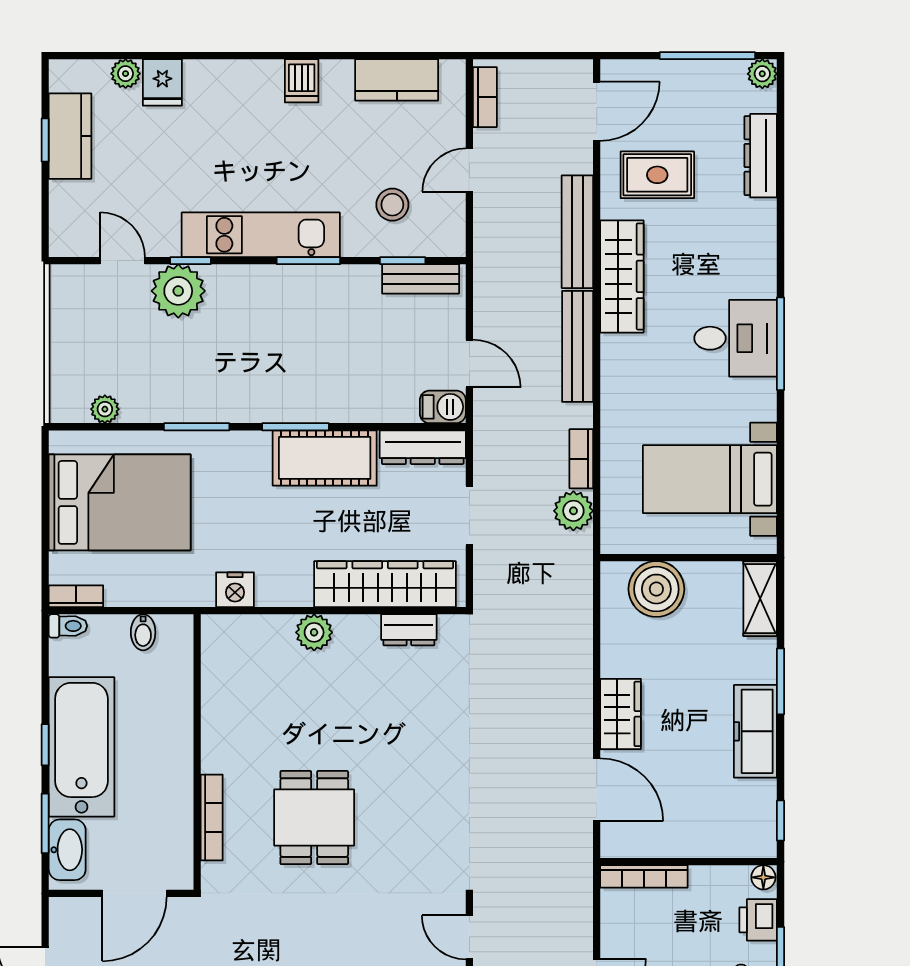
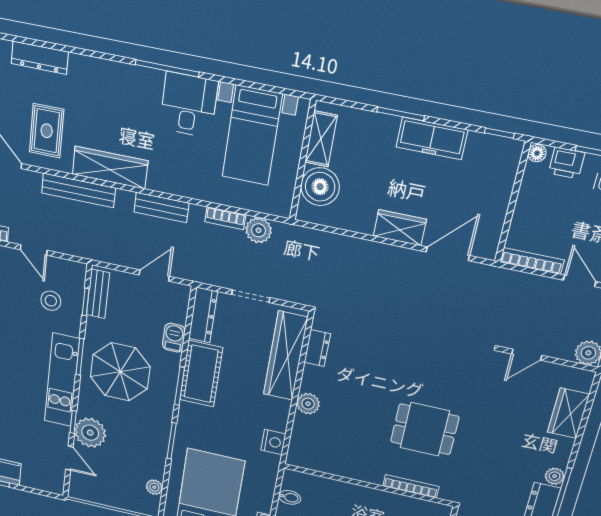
door: (123, 261) -> (69, 458), swing flipped
parasol: (298, 329) -> (120, 372), added
desk: (736, 338) -> (189, 105), moved
bench: (578, 346) -> (161, 208), width x0.73
barbecue: (443, 407) -> (174, 338), moved
shelving: (760, 599) -> (321, 139), moved, turned 90
bookcase: (644, 876) -> (532, 261), moved, turned -90

